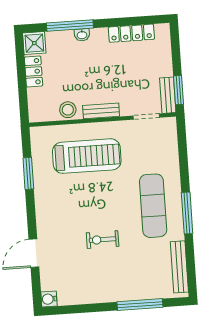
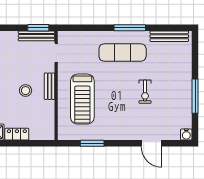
bench: (168, 95) -> (37, 36), width x1.36
stool: (68, 110) -> (26, 91), moved
treadmill: (87, 156) -> (82, 99), turned 180
window: (140, 305) -> (195, 96), moved

